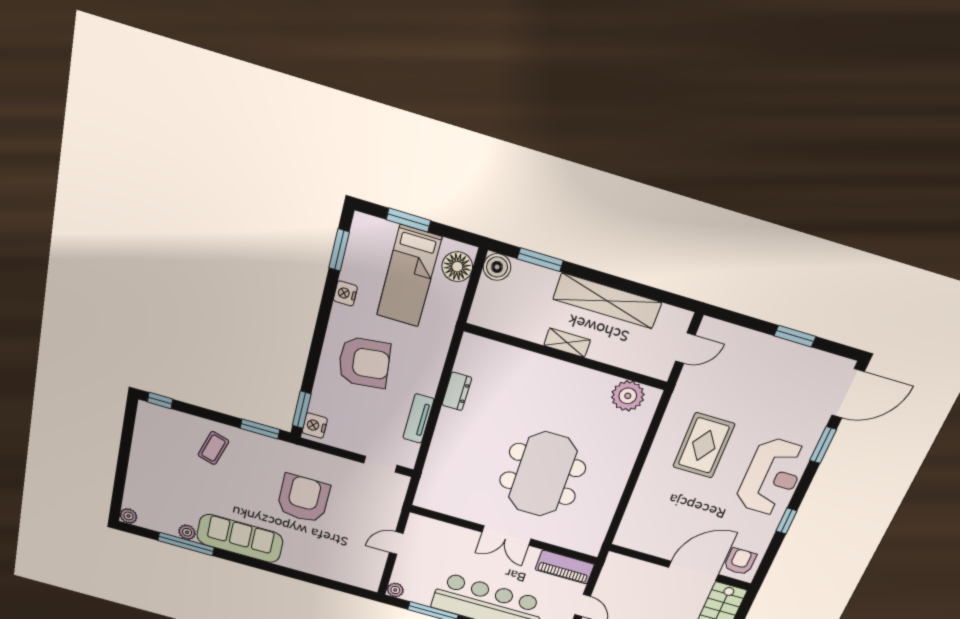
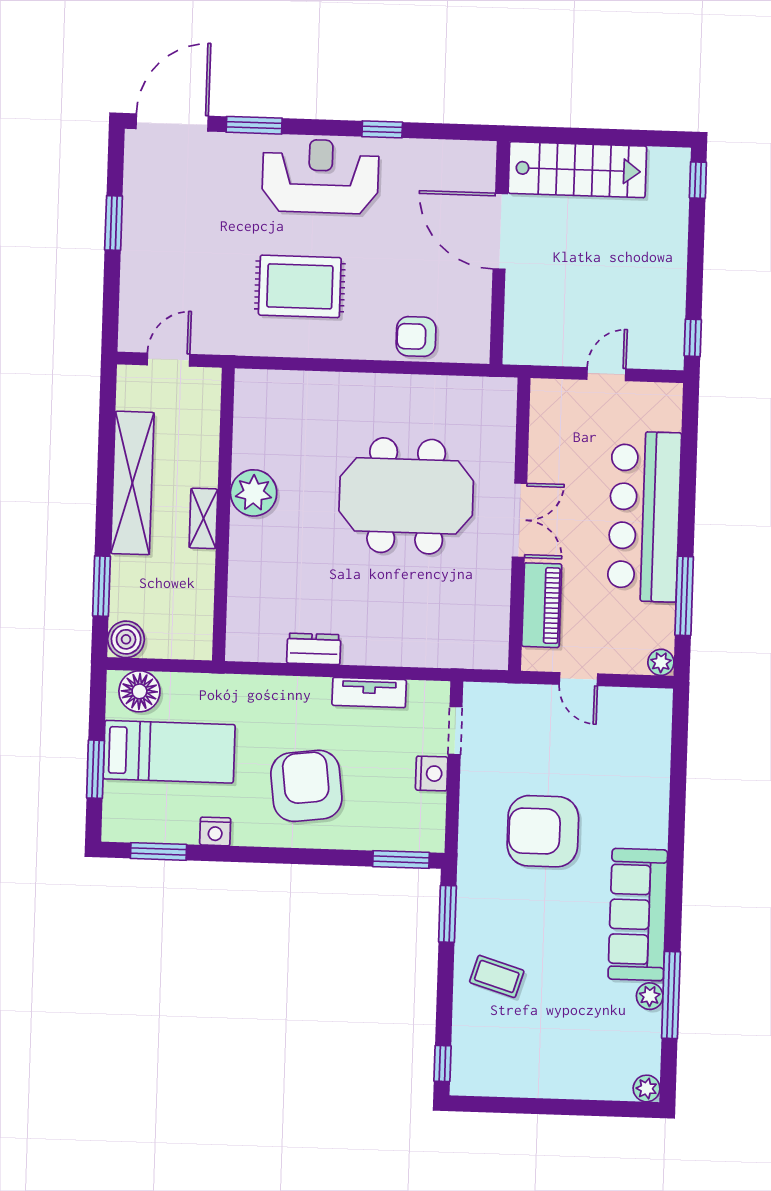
door: (685, 348) -> (169, 360), hinge flipped
door: (848, 393) -> (172, 122), hinge flipped
plant: (628, 396) -> (254, 493), moved
nightstand: (315, 426) -> (432, 773), moved, turned -90
armchair: (740, 561) -> (416, 336), moved
piano: (565, 567) -> (542, 605), moved

